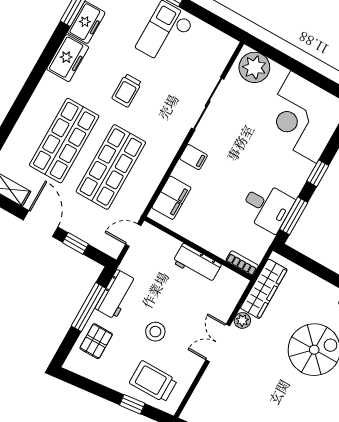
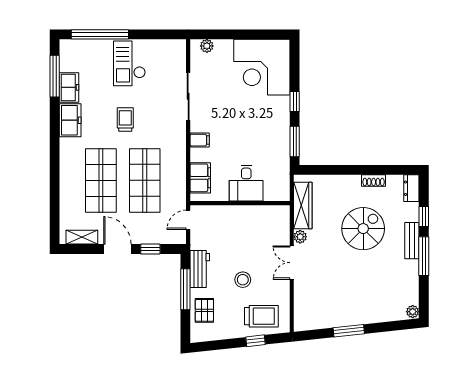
plant: (254, 67) -> (207, 46), width x0.53, depth x0.53
trolley: (127, 90) -> (125, 120), turned 180
desk: (267, 207) -> (246, 183), moved, turned 90
workbench: (197, 263) -> (245, 214), removed
bookcase: (242, 263) -> (277, 196), removed
trolley: (153, 382) -> (261, 316), turned 180

